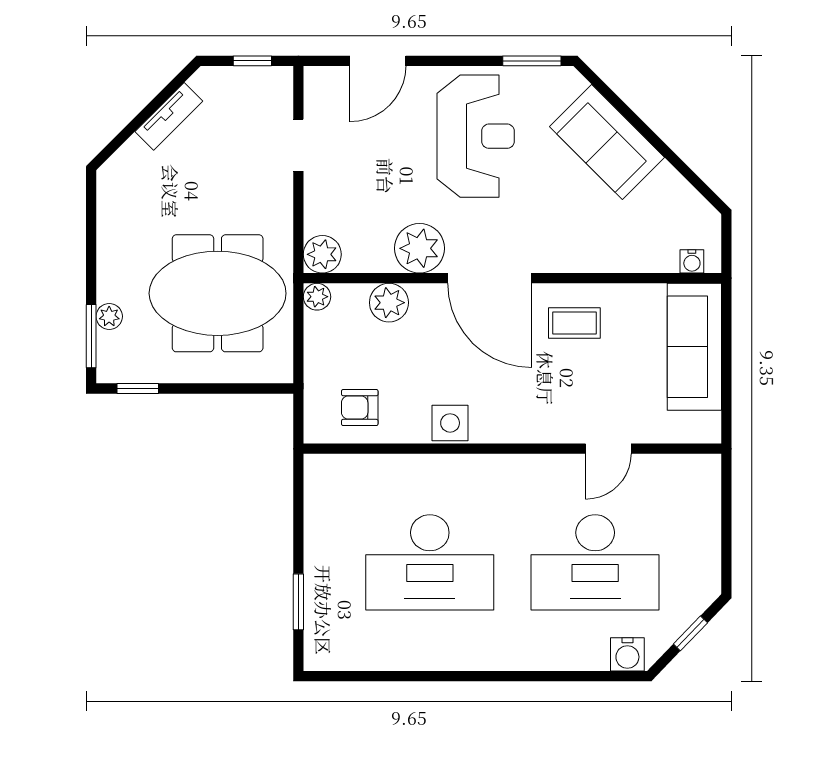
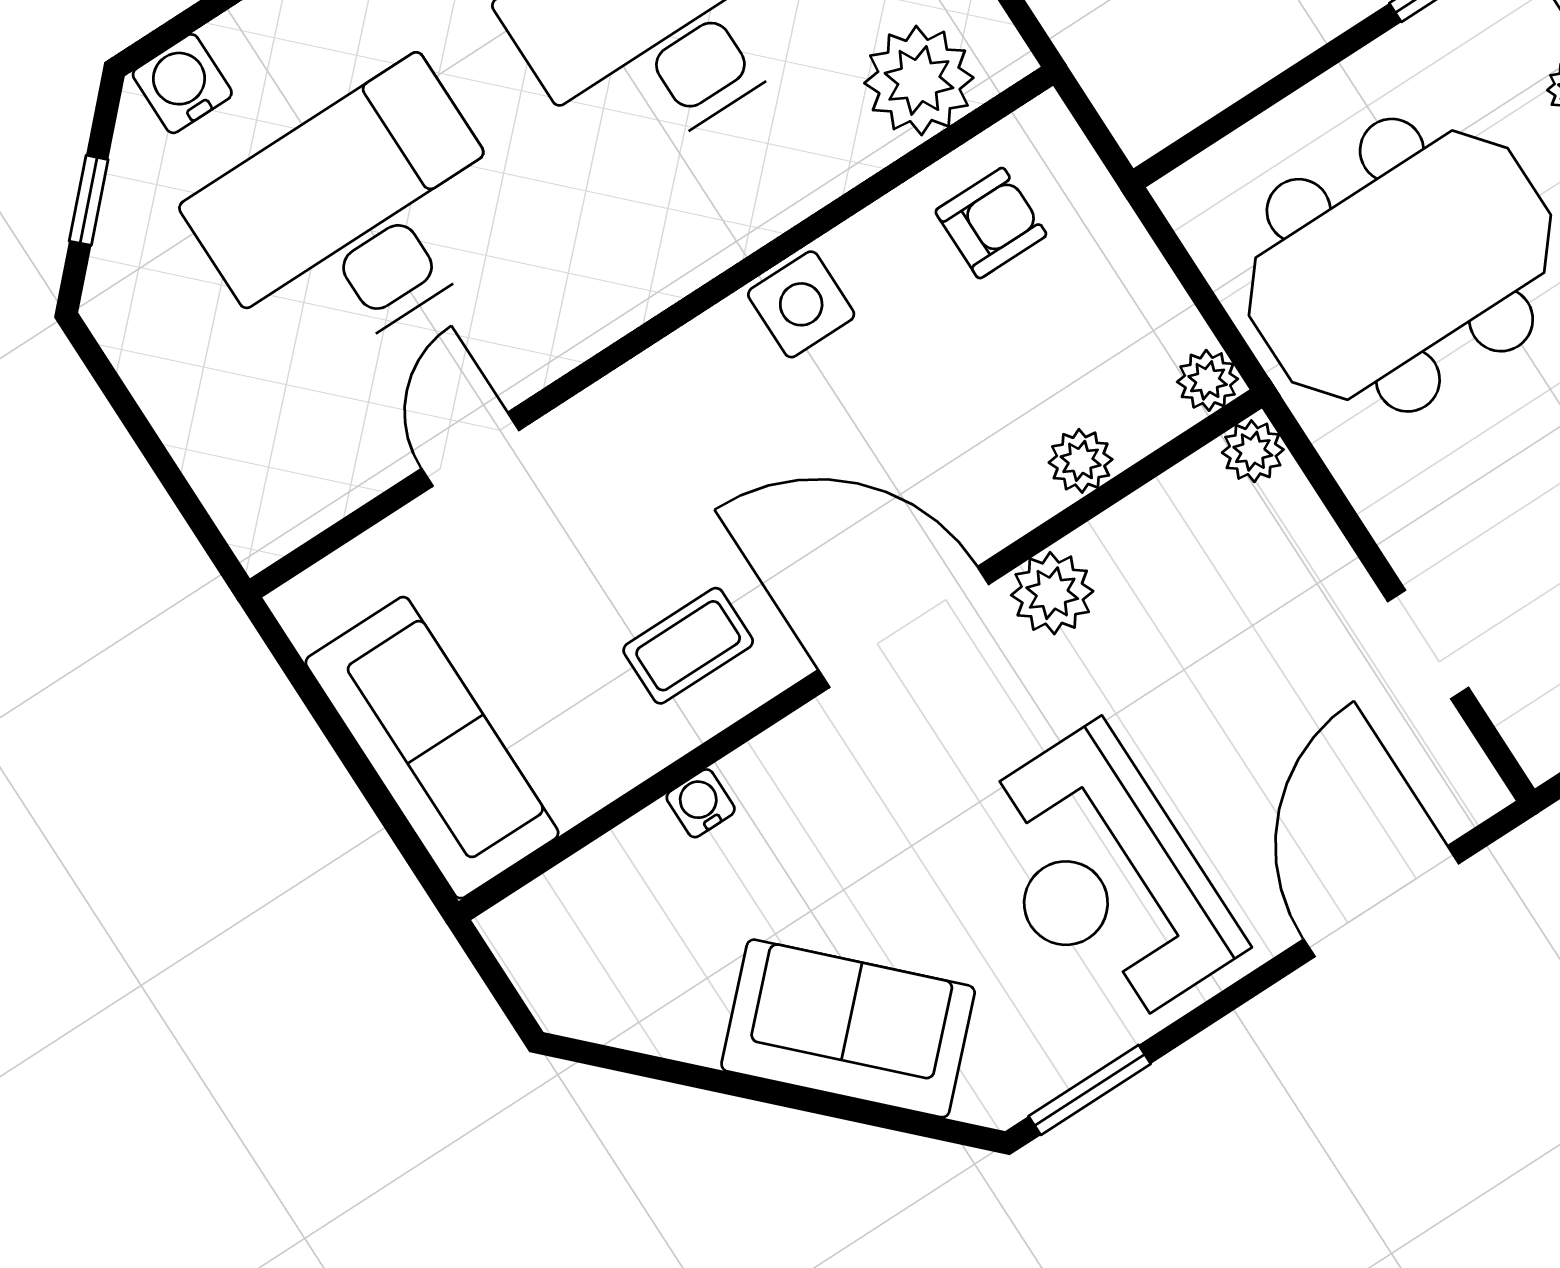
door: (378, 61) -> (1381, 901), width x1.36
plant: (419, 248) -> (1052, 593), width x0.73, depth x0.73
plant: (322, 254) -> (1253, 451), width x0.73, depth x0.73
water cooler: (692, 261) -> (701, 803), moved
plant: (389, 303) -> (1081, 461), width x0.73, depth x0.73
plant: (352, 478) -> (919, 80), added

